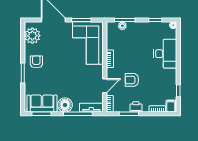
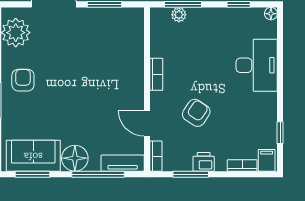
corner sofa: (88, 43) -> (116, 46), removed
armchair: (132, 80) -> (196, 113), turned 123
door: (105, 86) -> (147, 123), swing flipped

